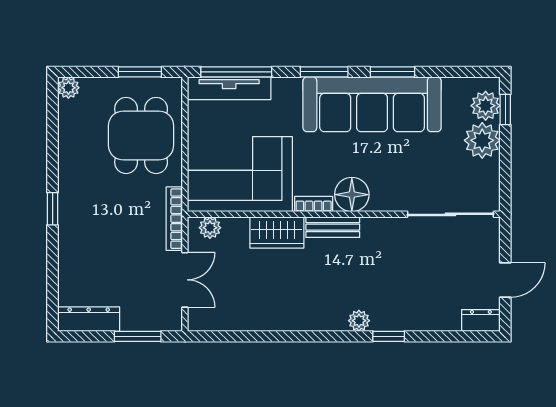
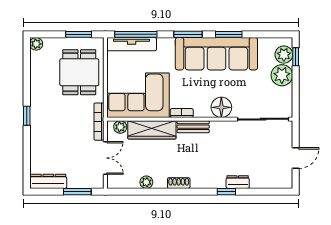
floor lamp: (352, 195) -> (221, 107), moved
wardrobe: (277, 232) -> (152, 130), width x1.50
dresser: (481, 320) -> (238, 182), moved
plant: (359, 321) -> (146, 182), moved
shoe rack: (308, 322) -> (179, 183), added

